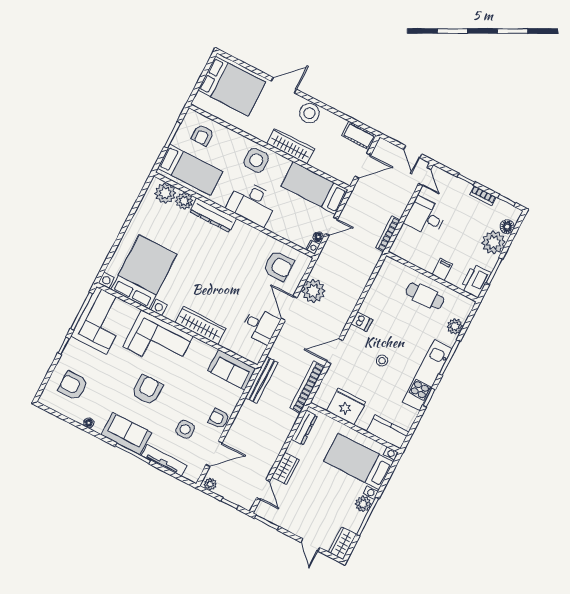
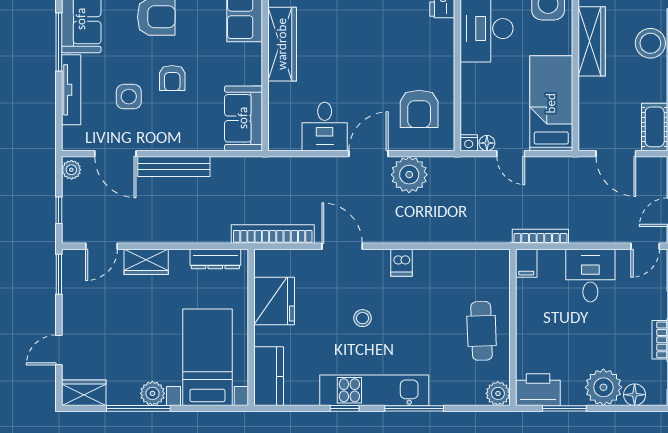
filing cabinet: (442, 270) -> (526, 263), moved, turned 90
plant: (455, 326) -> (498, 393), moved
bench: (261, 380) -> (174, 166), moved
armchair: (219, 419) -> (172, 78), moved, turned 180

